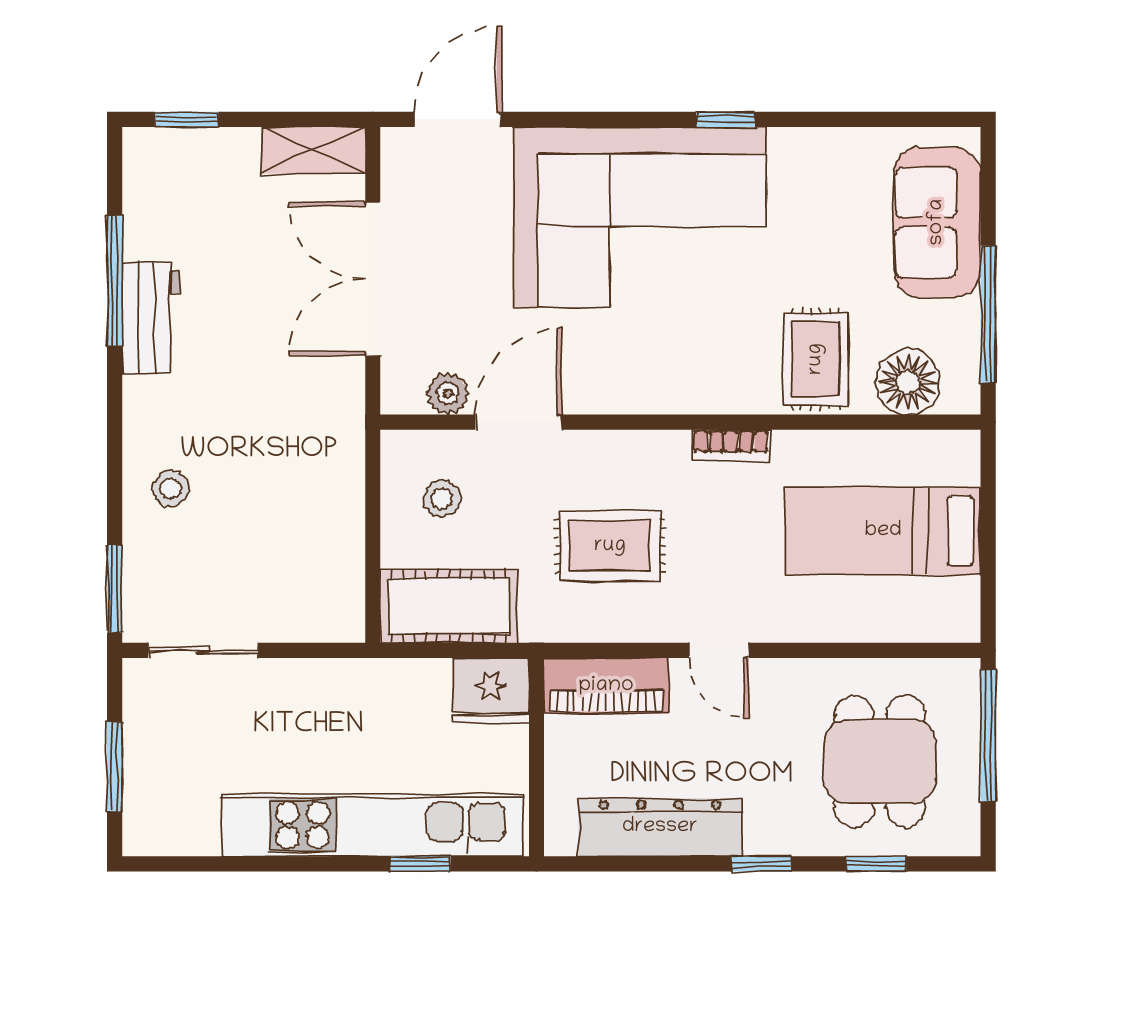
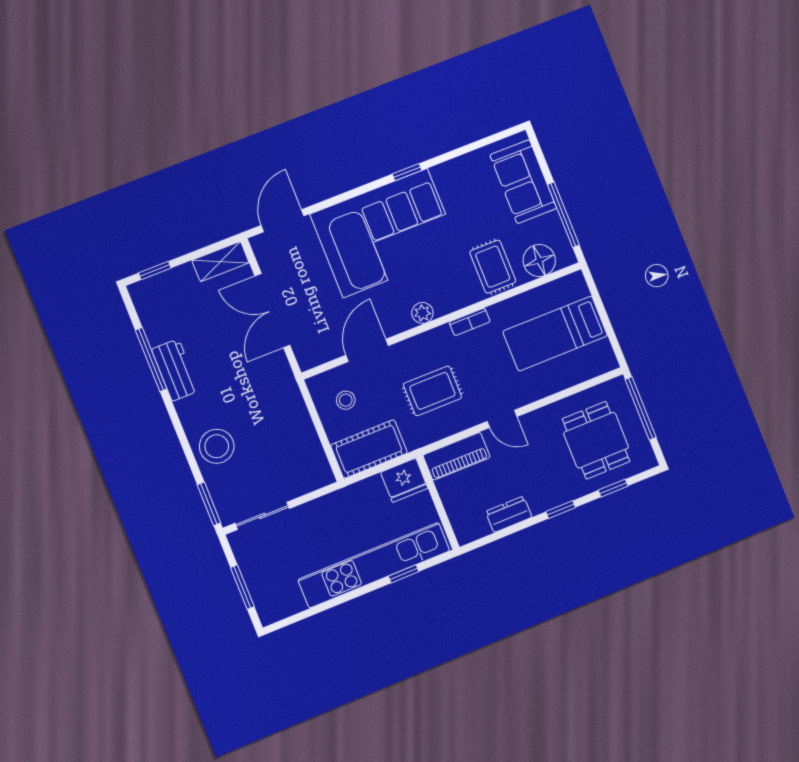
plant: (448, 393) -> (422, 313), moved
stool: (171, 489) -> (217, 446), width x1.89, depth x1.89
dresser: (660, 827) -> (509, 514), width x0.51, depth x0.80

